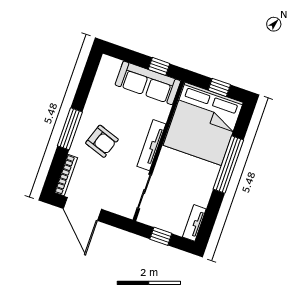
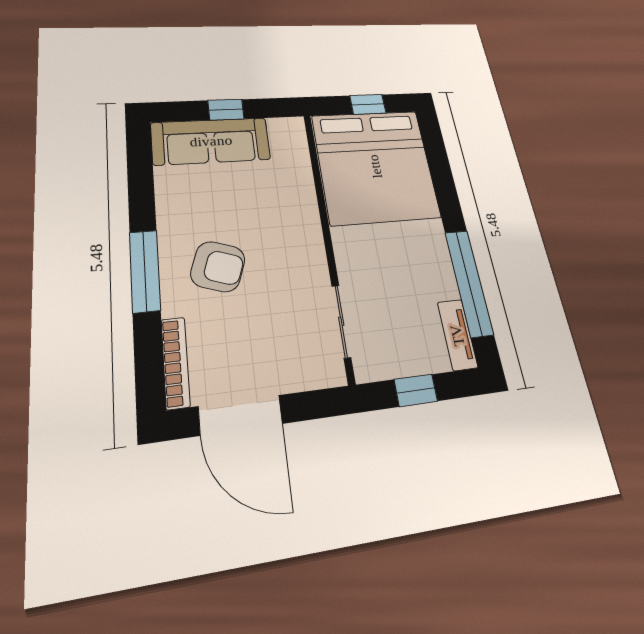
window: (159, 66) -> (226, 110), moved
sofa: (148, 83) -> (211, 141), moved
tv unit: (151, 145) -> (310, 235), removed
window: (228, 164) -> (469, 283), moved

